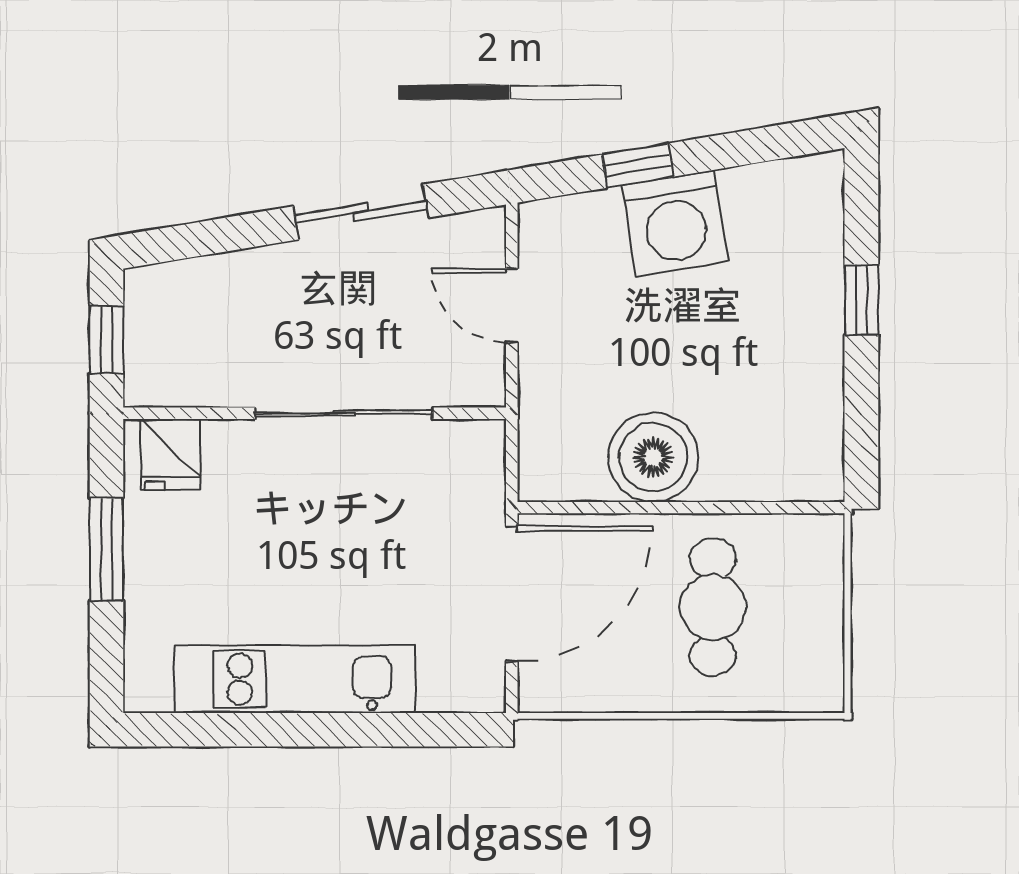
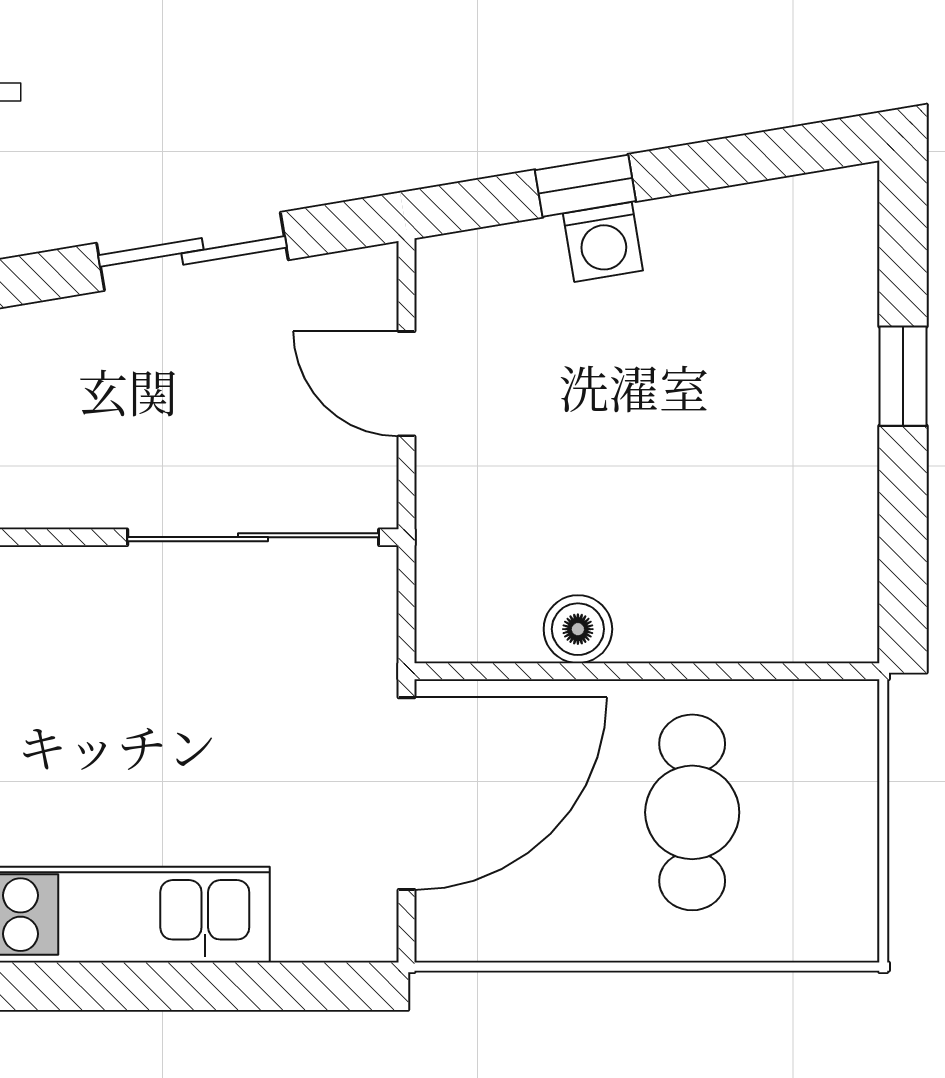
washing machine: (675, 223) -> (603, 242), width x0.53, depth x0.53
sliding door: (344, 413) -> (253, 537), moved
boiler: (653, 457) -> (578, 629), width x0.54, depth x0.54

